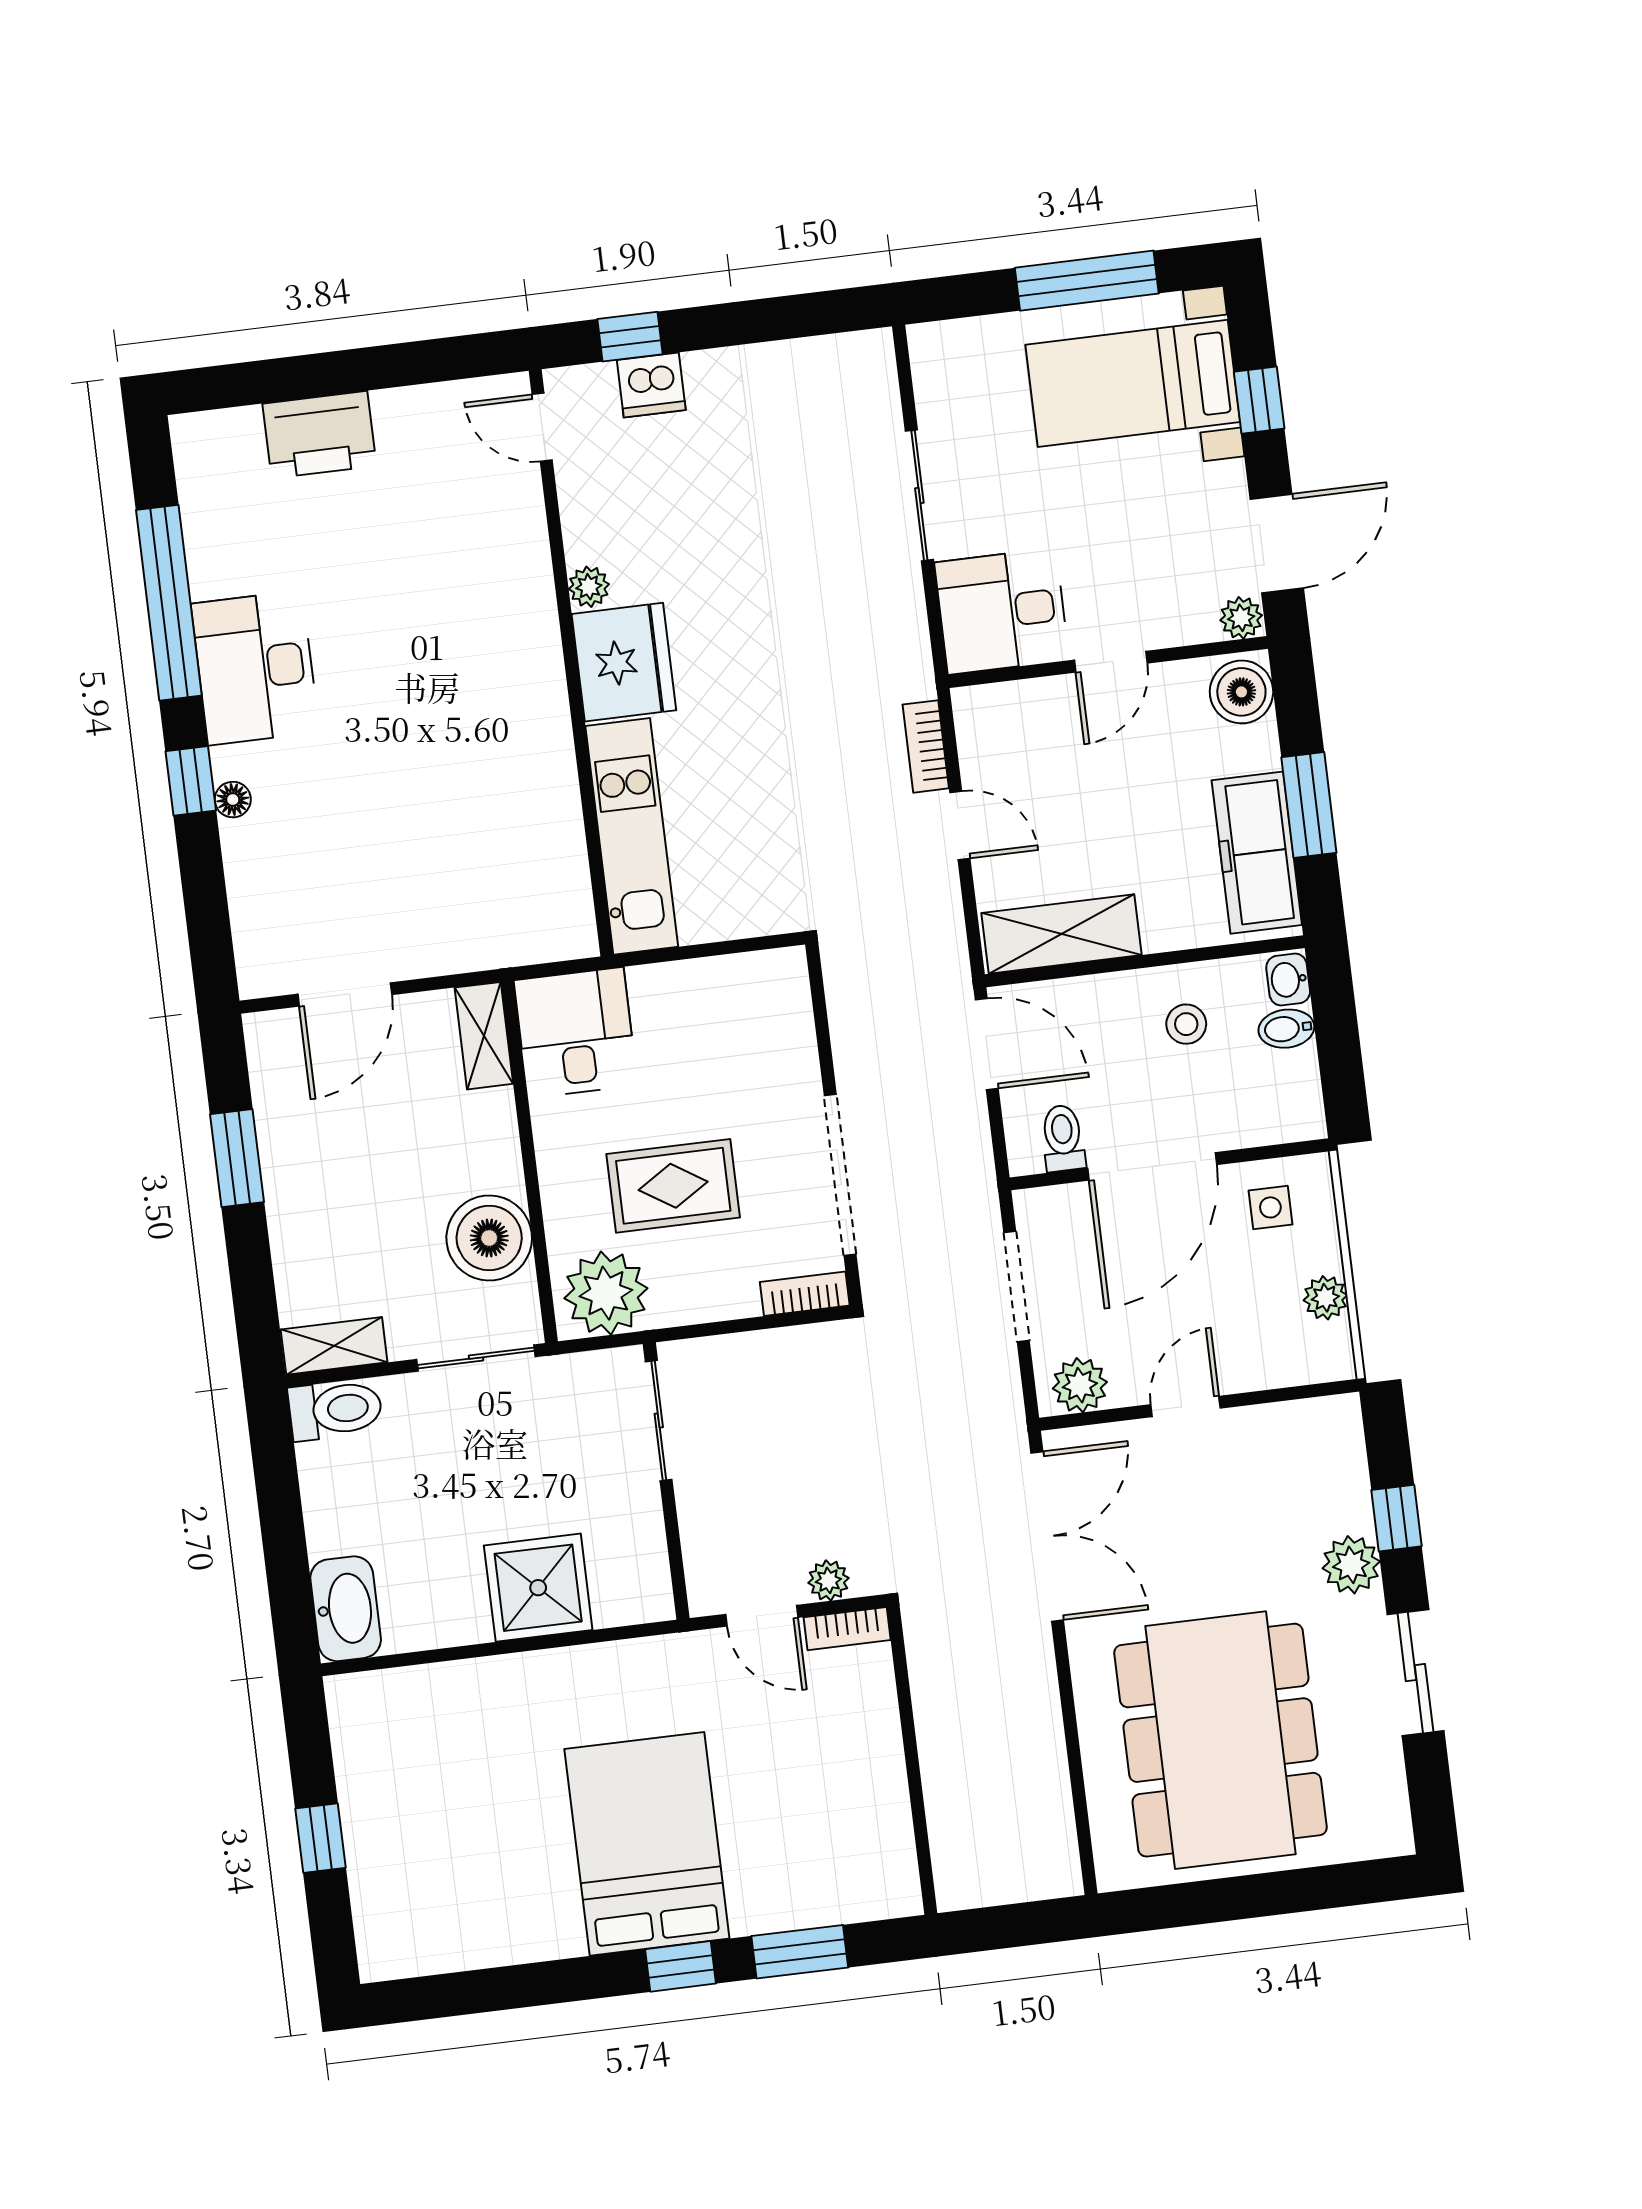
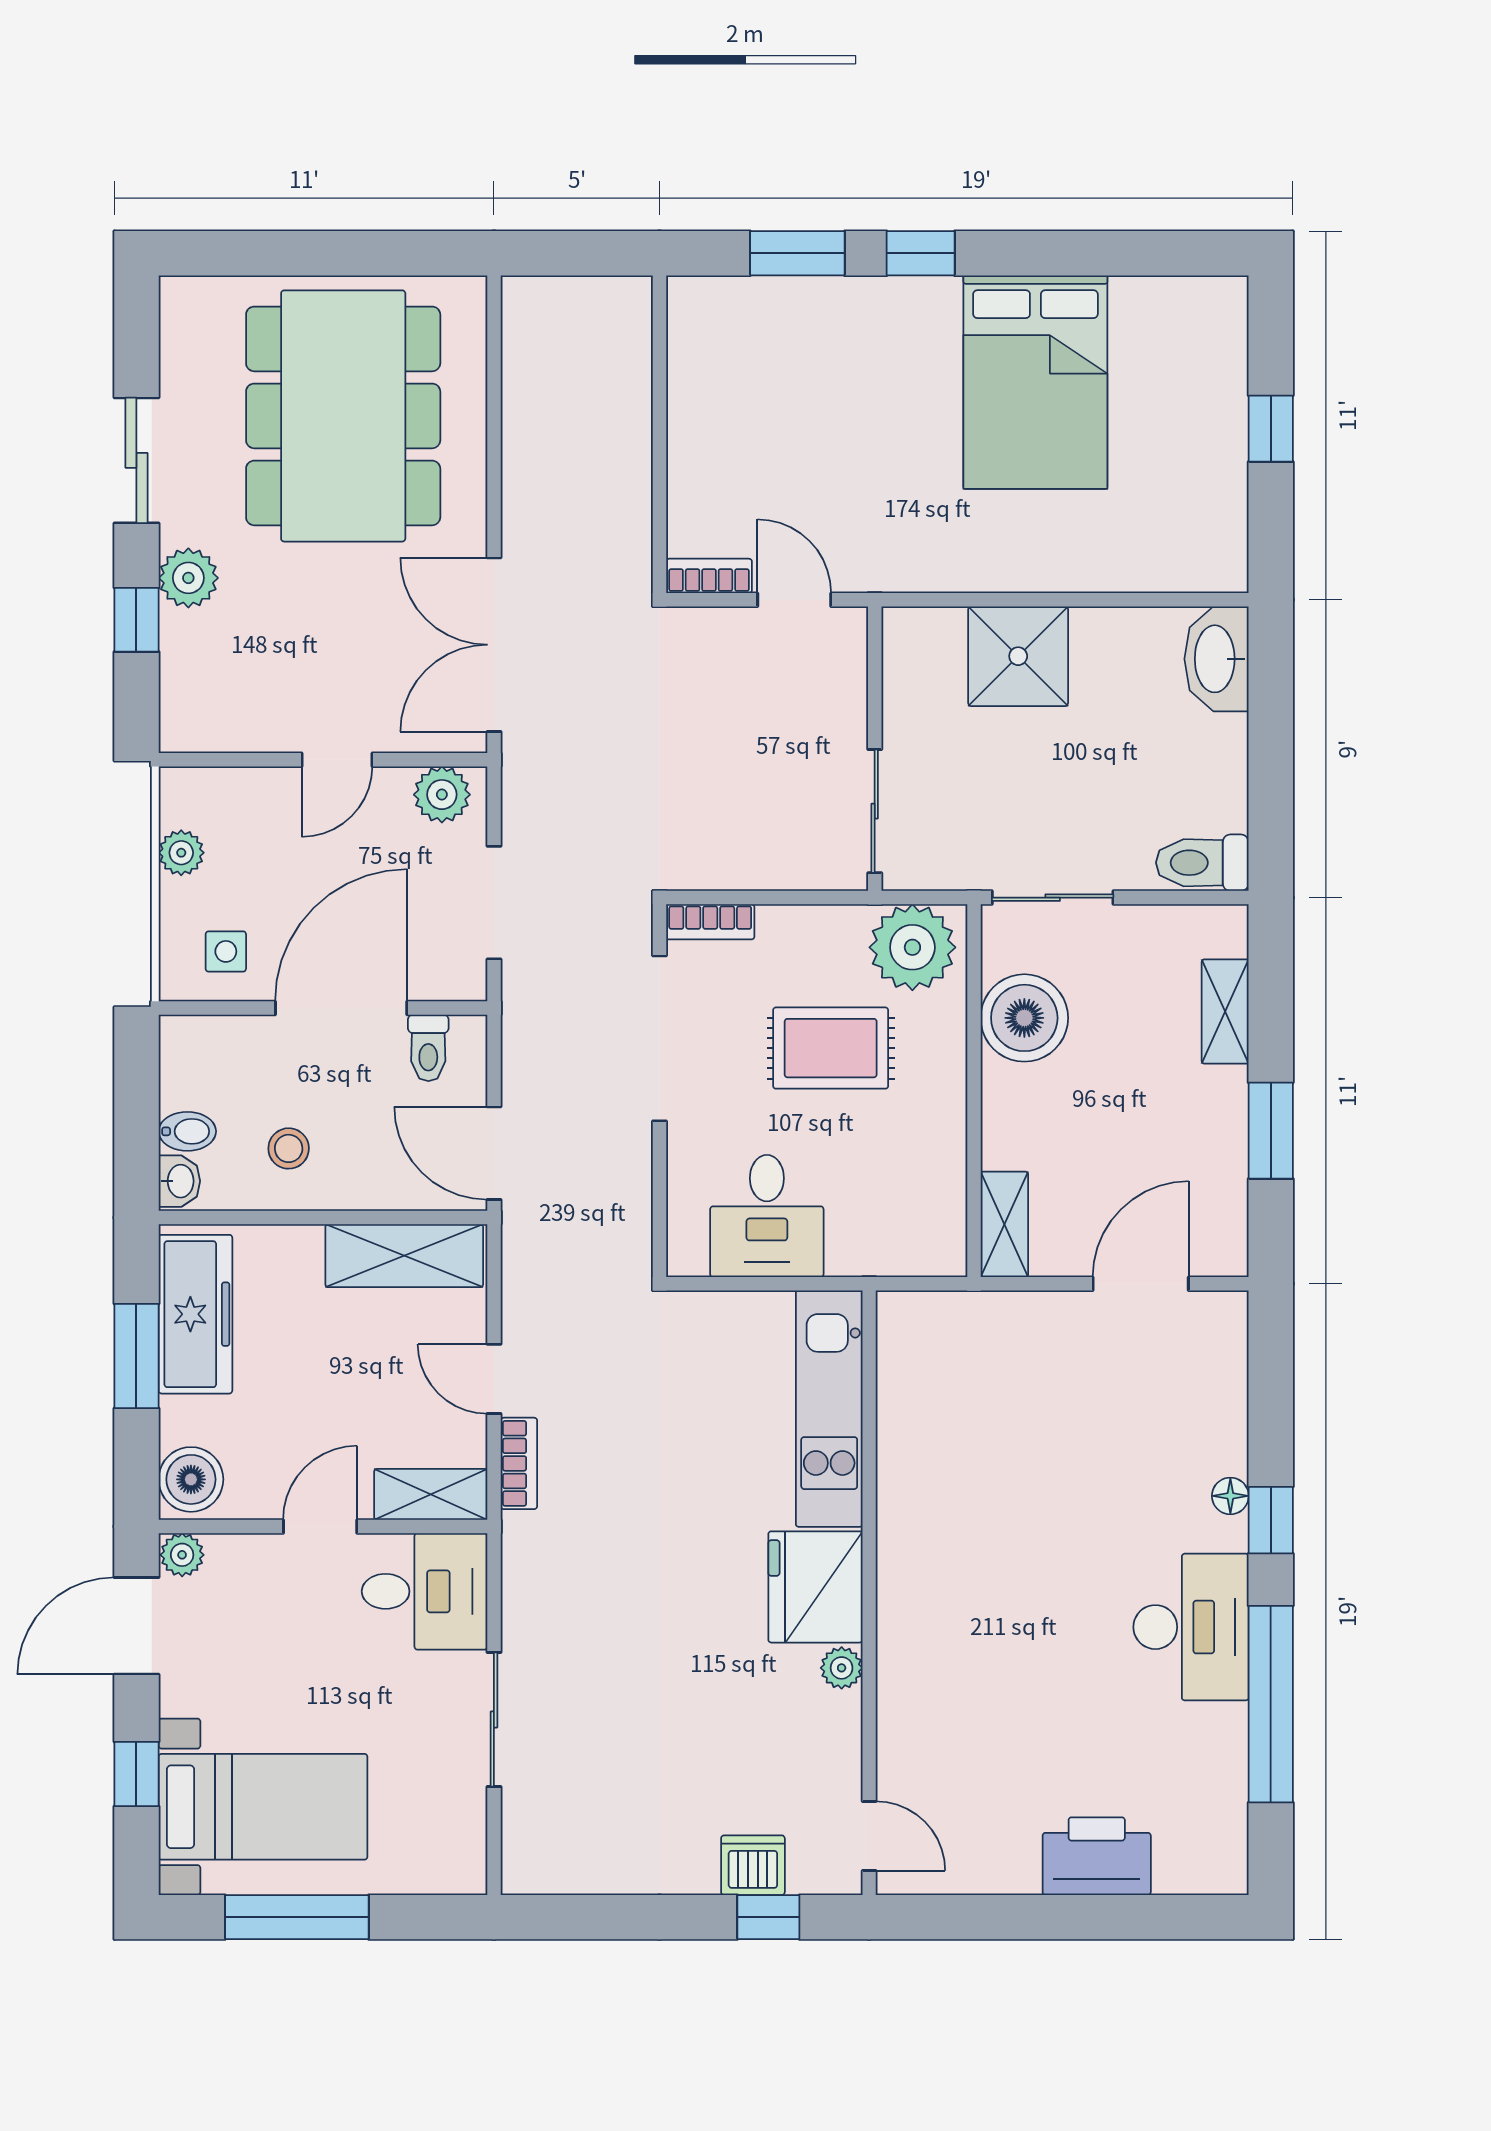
shelving: (1007, 706) -> (431, 1494), added
desk: (576, 1033) -> (767, 1216), moved
shelving: (334, 1346) -> (1225, 1011), moved, turned 90
plant: (828, 1580) -> (722, 627), removed
bed: (647, 1844) -> (1035, 382), moved

